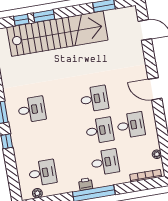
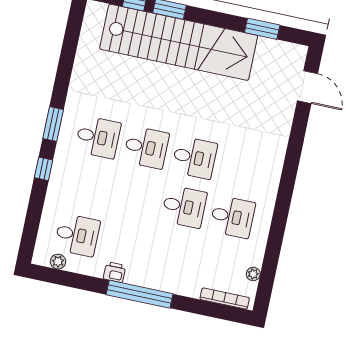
door: (155, 89) -> (288, 178), removed
desk: (105, 162) -> (146, 147), moved
printer: (86, 184) -> (115, 272), moved

